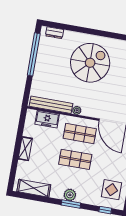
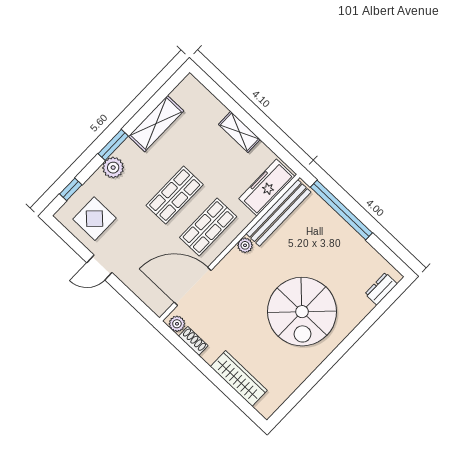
window: (34, 54) -> (341, 210), moved
freezer: (47, 119) -> (267, 188), width x1.40
shelving: (34, 188) -> (156, 124), moved
plant: (70, 195) -> (113, 168), moved

